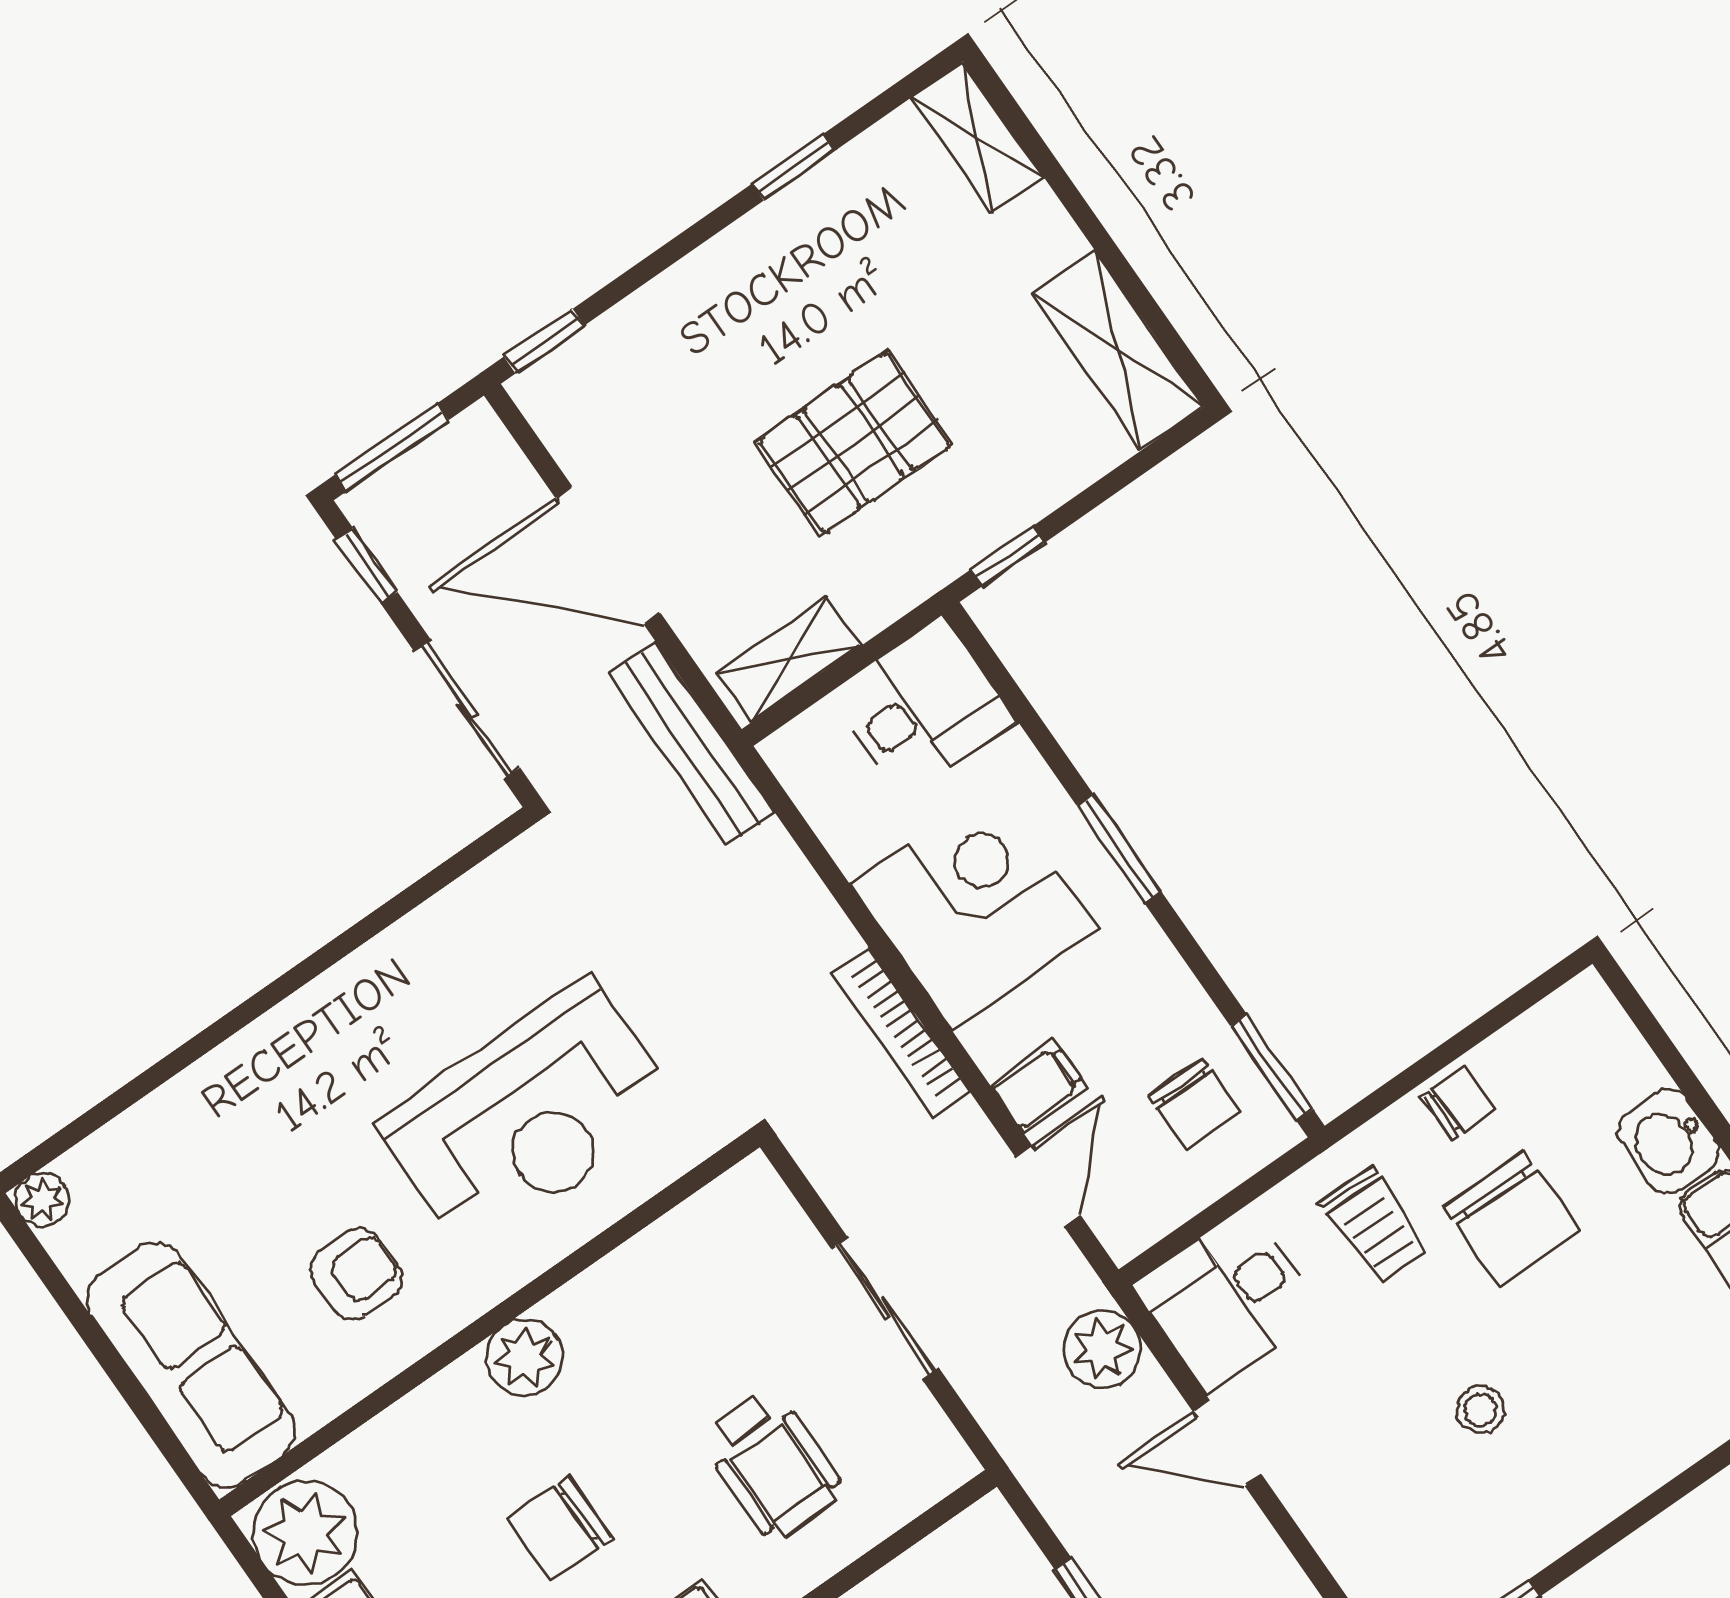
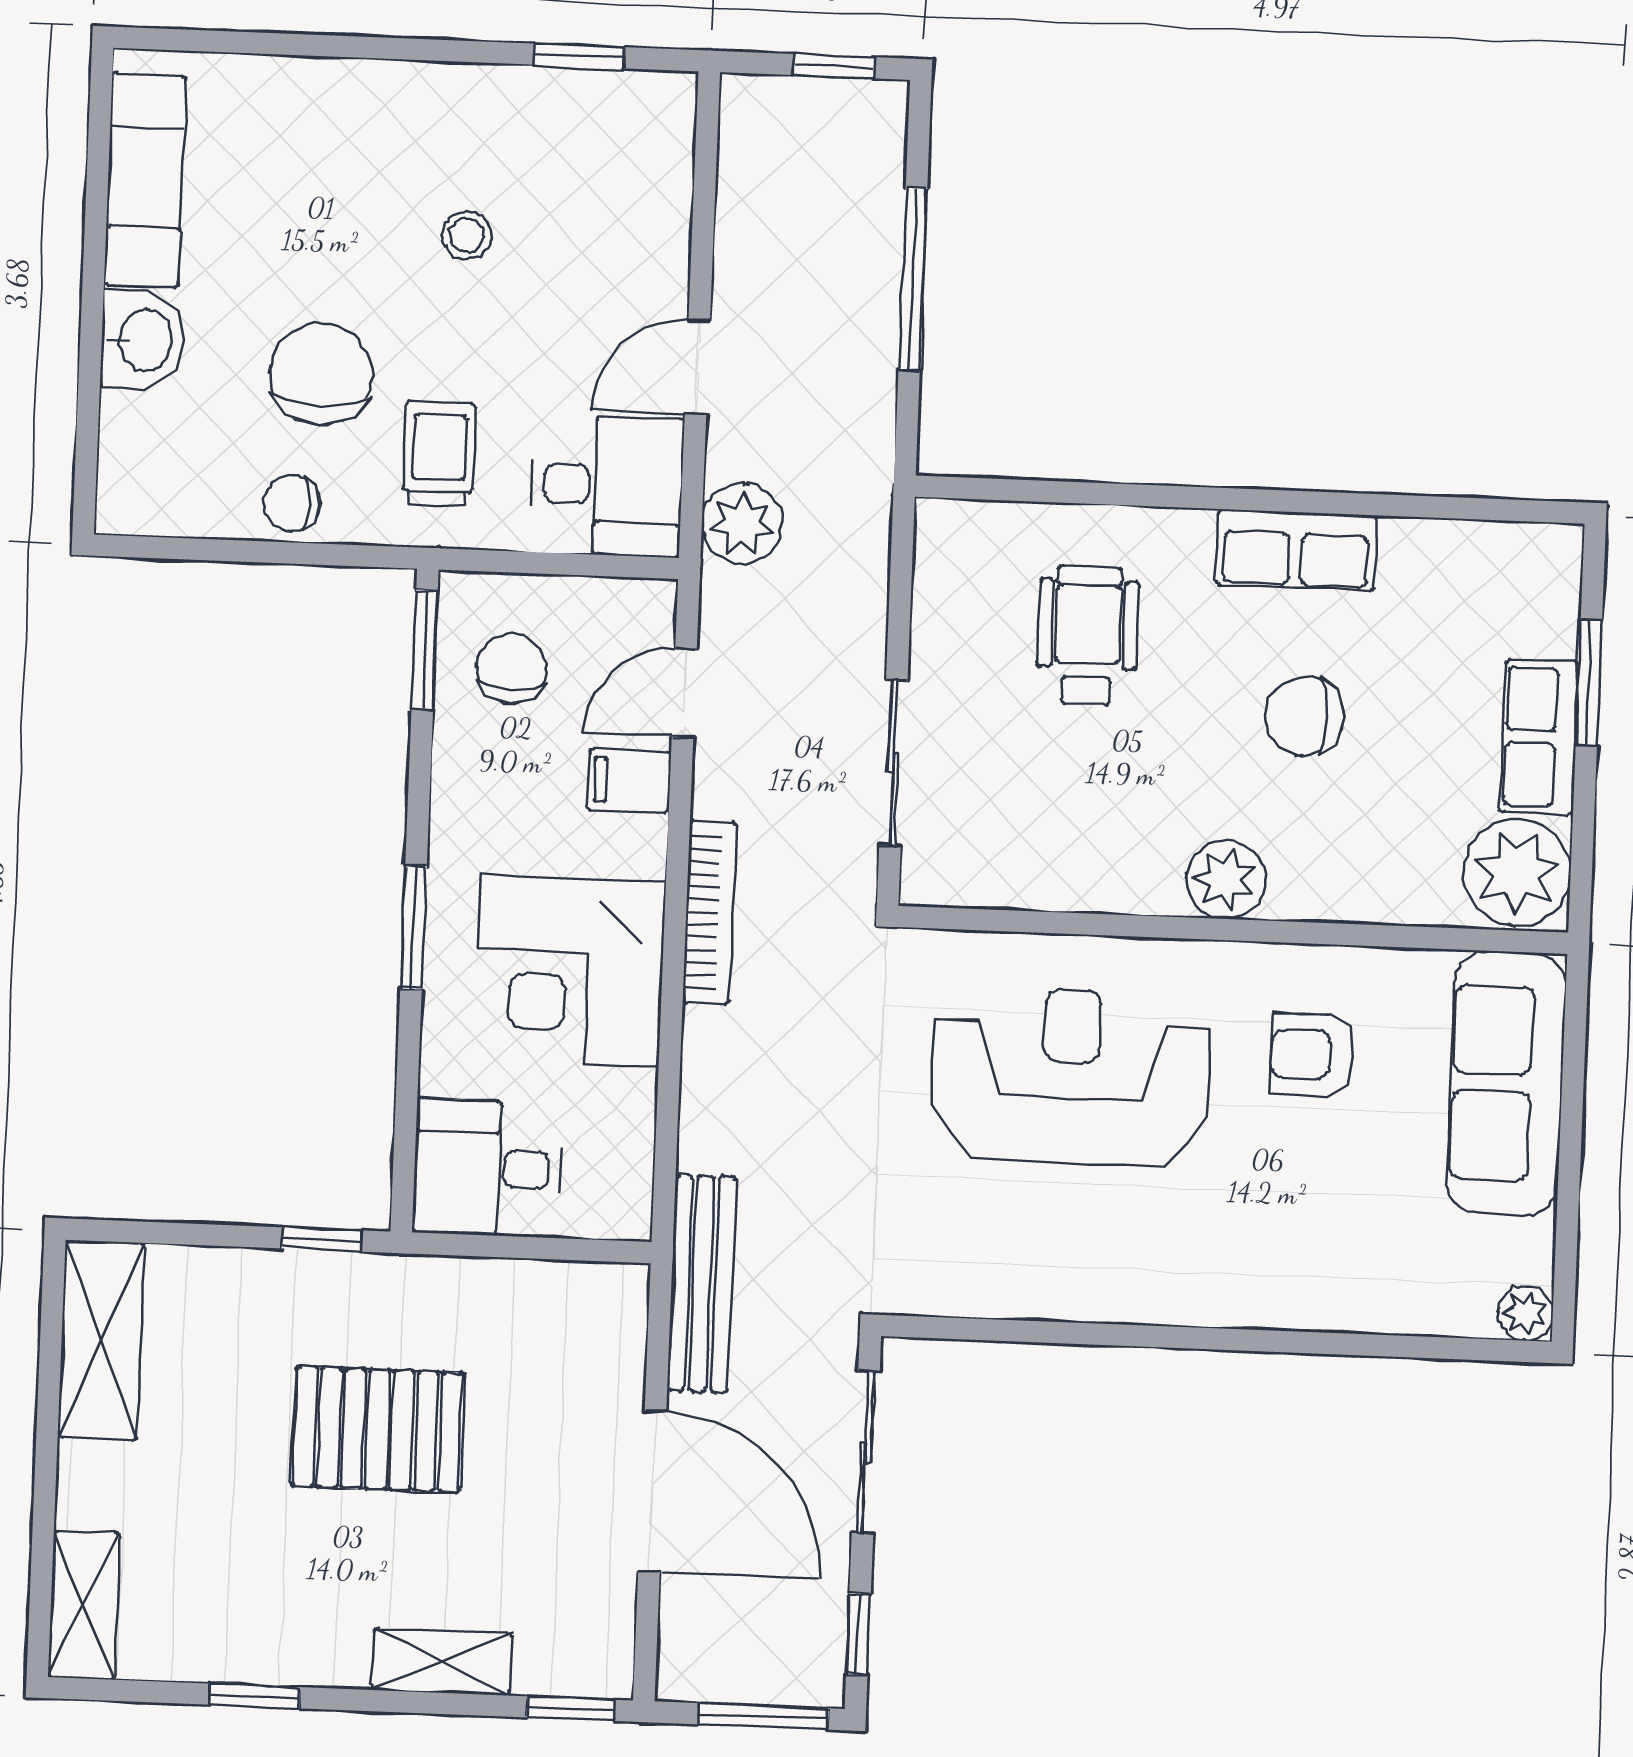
shelving: (789, 659) -> (442, 1662), moved
sliding door: (885, 1308) -> (893, 763), moved
door: (1227, 1443) -> (697, 367), swing flipped
chair: (559, 1528) -> (1304, 716), turned 180

